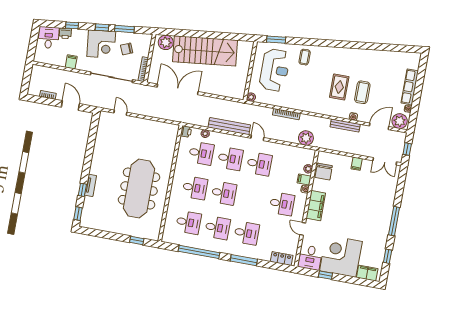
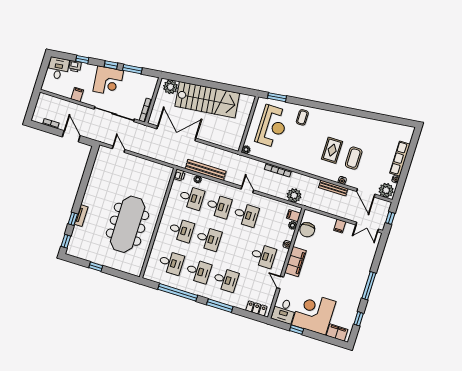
chair: (127, 49) -> (132, 89), removed
bench: (229, 126) -> (206, 170), moved
door: (379, 126) -> (366, 193), swing flipped
filing cabinet: (304, 179) -> (294, 216), moved
window: (137, 241) -> (96, 267), moved

